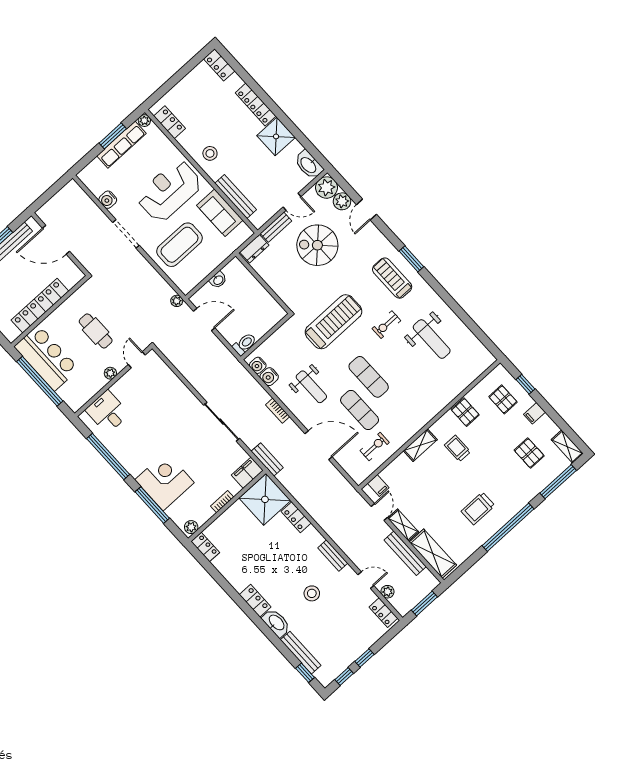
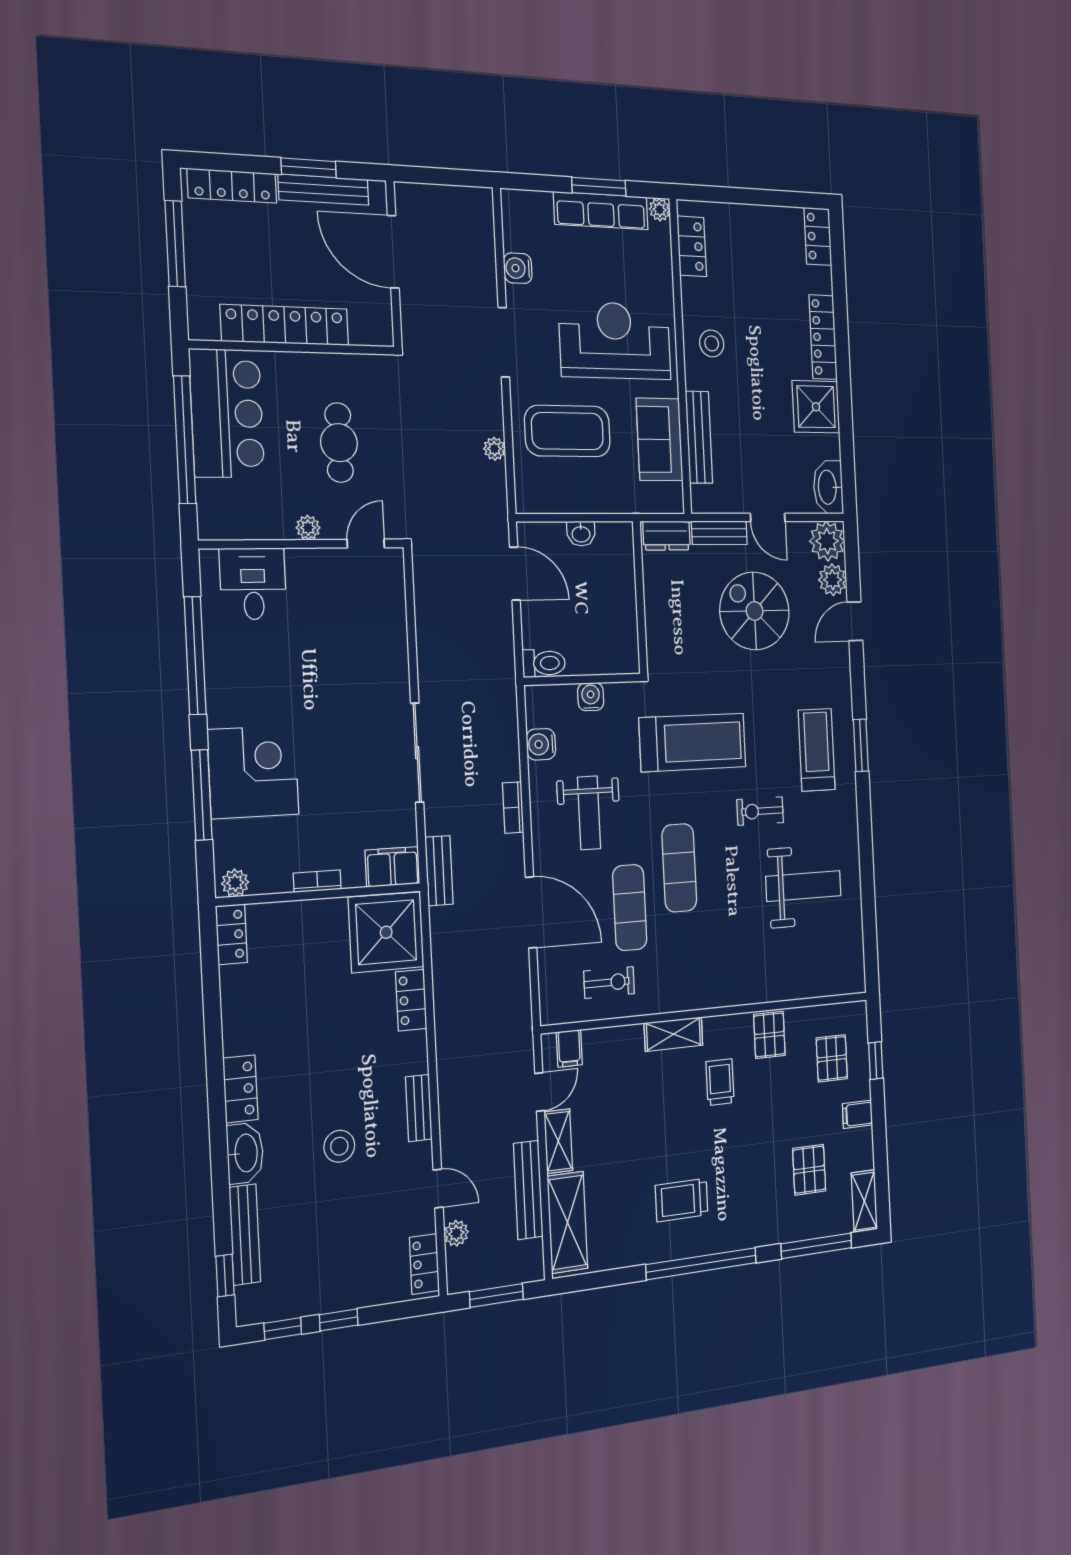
plant: (177, 301) -> (494, 449), moved
weight bench: (432, 339) -> (803, 886), turned -90
water cooler: (258, 365) -> (591, 697), moved, turned 90

